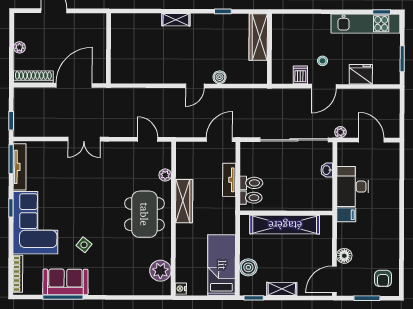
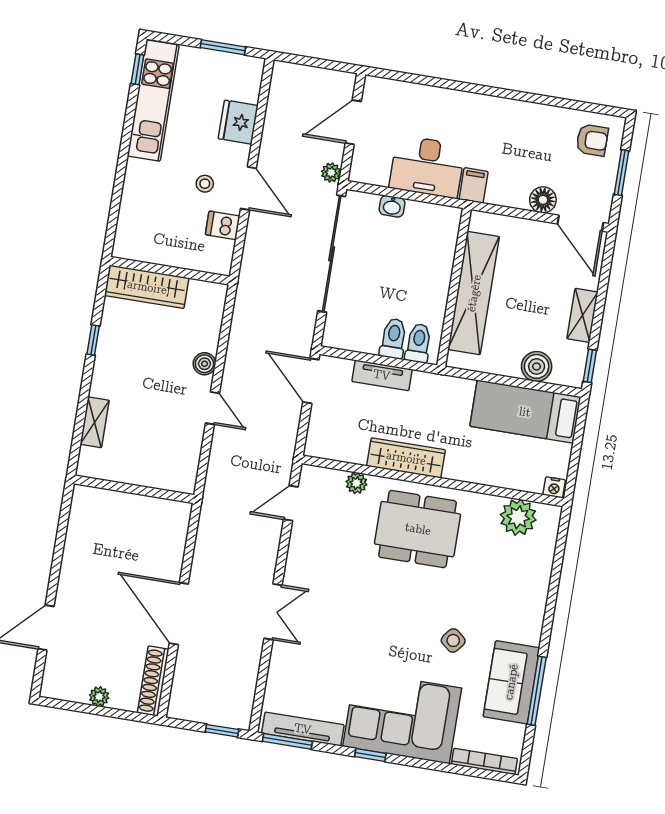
wall: (108, 48) -> (134, 489), moved

